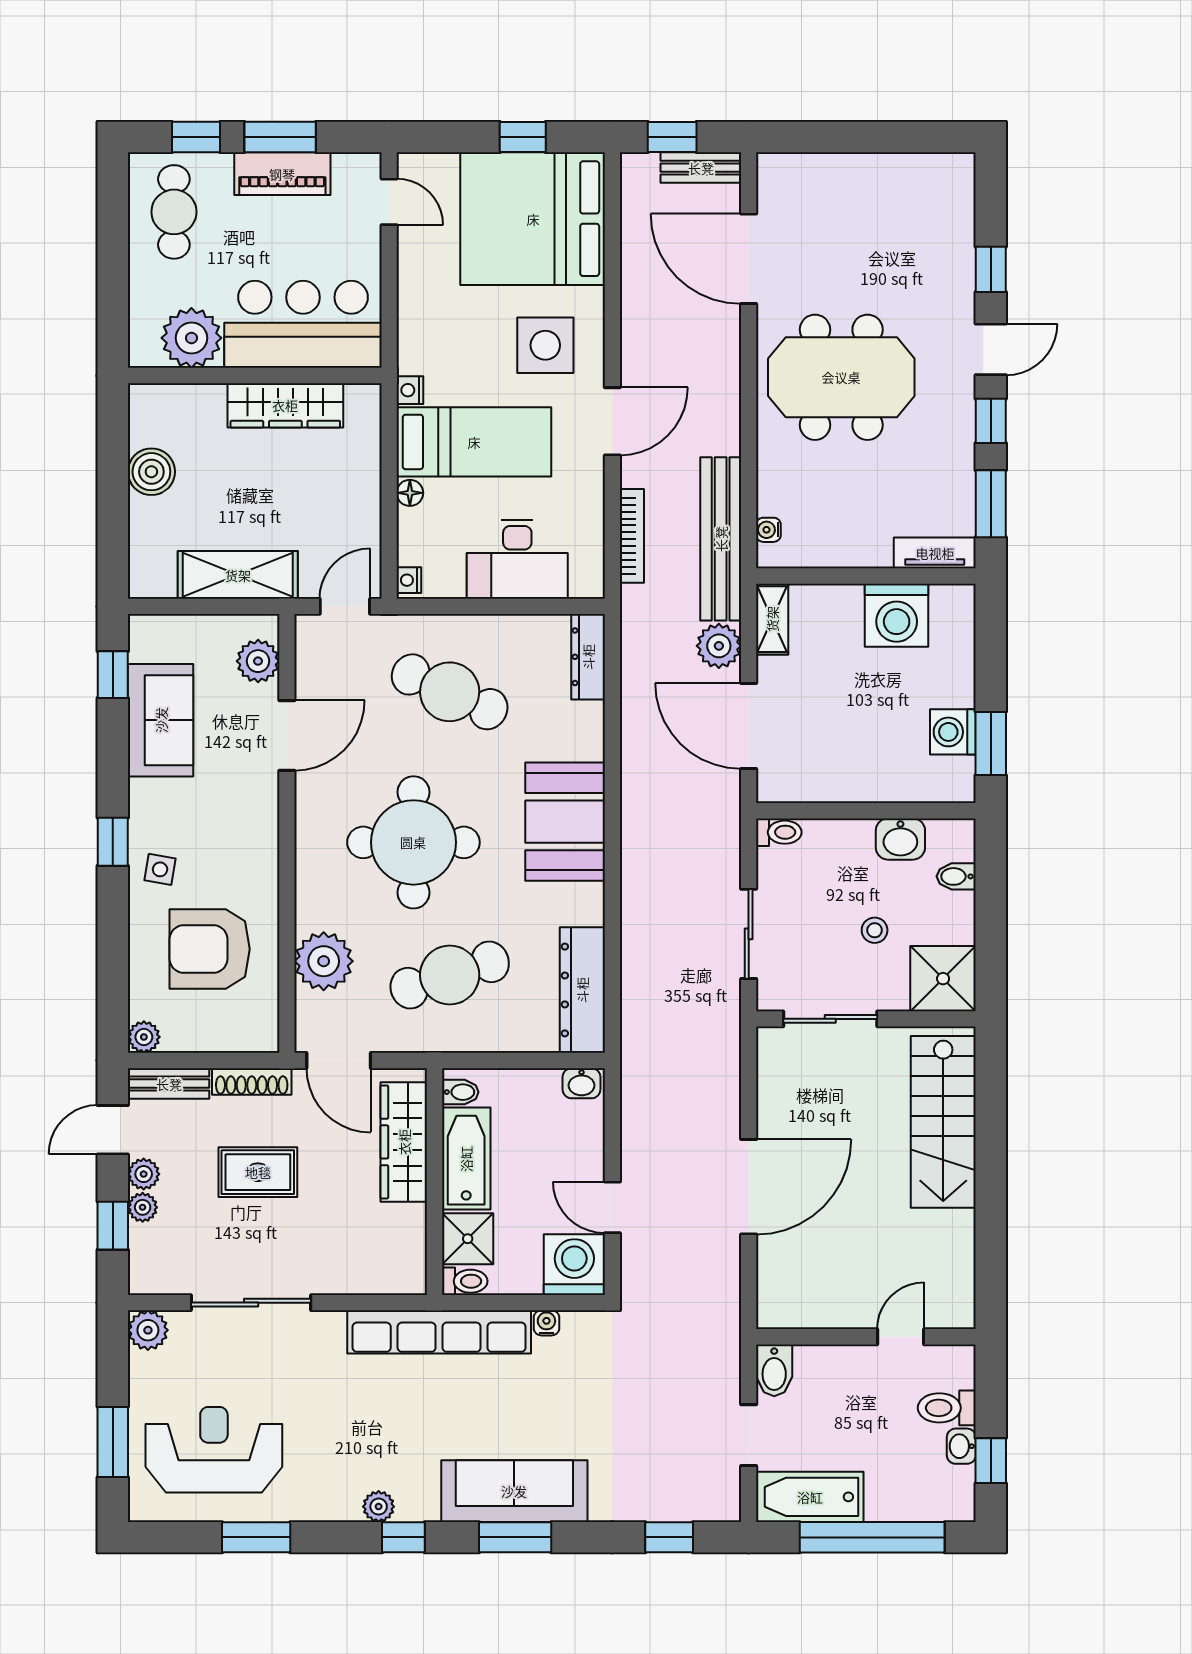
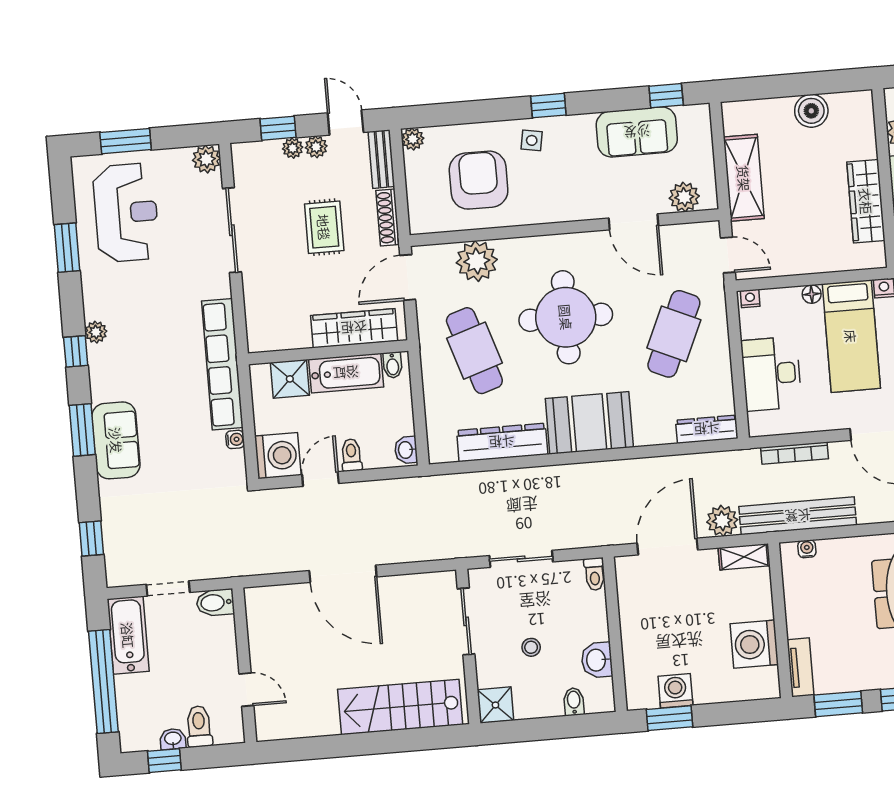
shower: (943, 979) -> (495, 705), width x0.73, depth x0.73
dresser: (582, 990) -> (502, 442), moved
toilet: (465, 1281) -> (351, 455), moved, turned 180
sofa: (514, 1491) -> (116, 440), width x0.73

